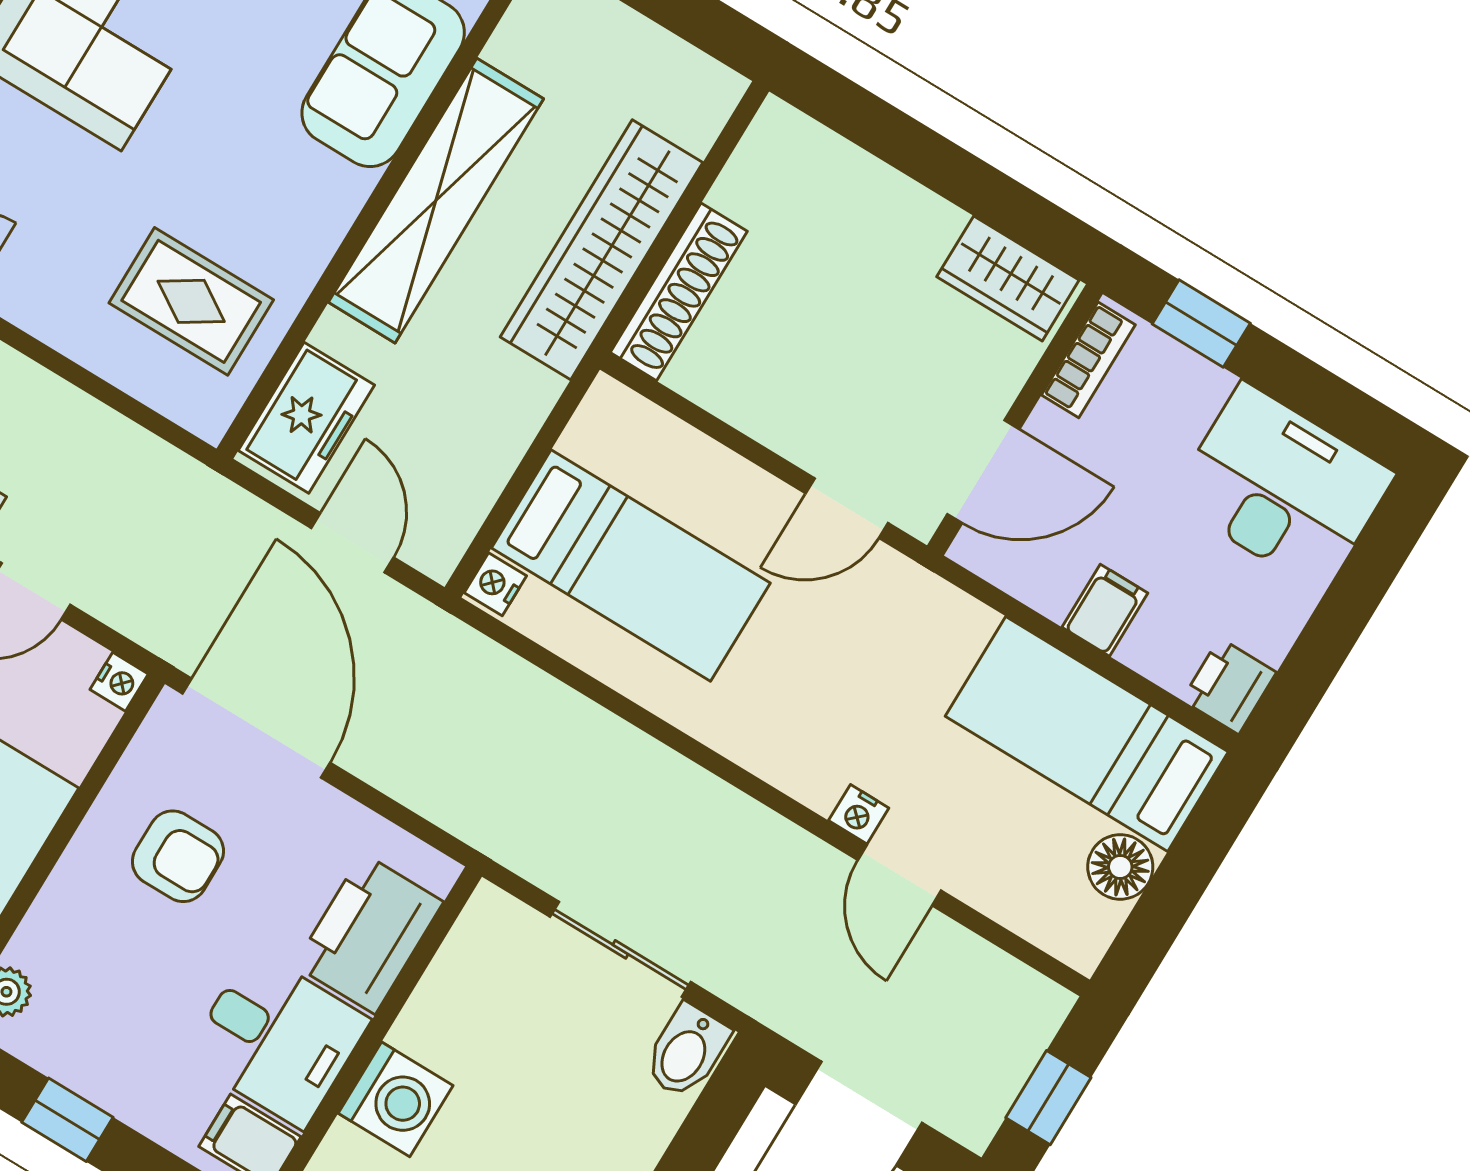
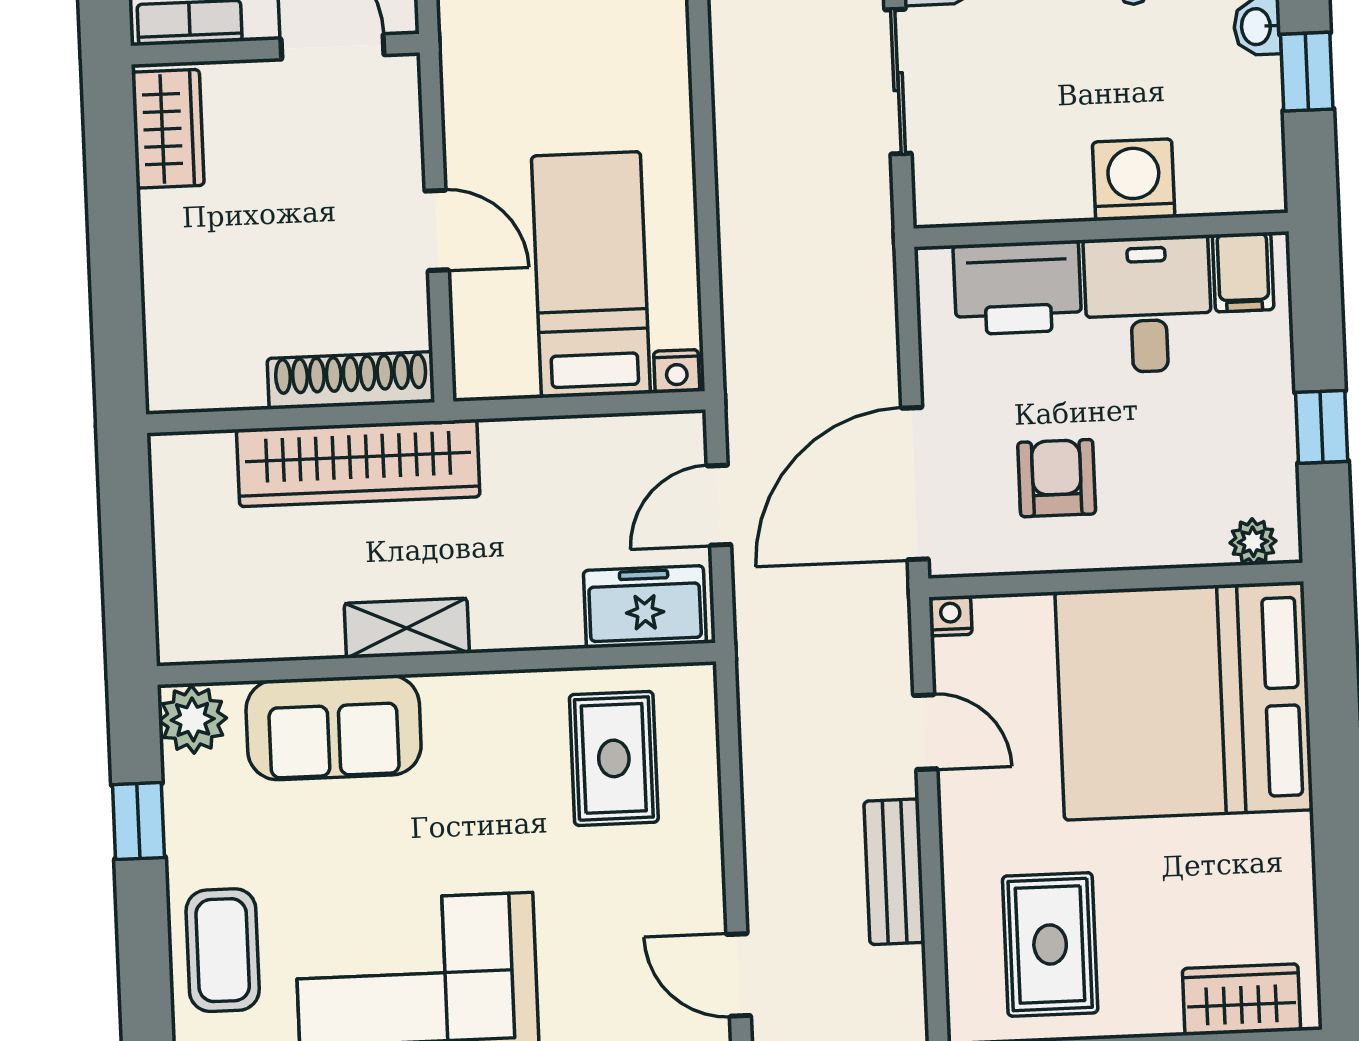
shelving: (436, 201) -> (407, 628), width x0.45, depth x0.75
door: (847, 508) -> (437, 230), moved

